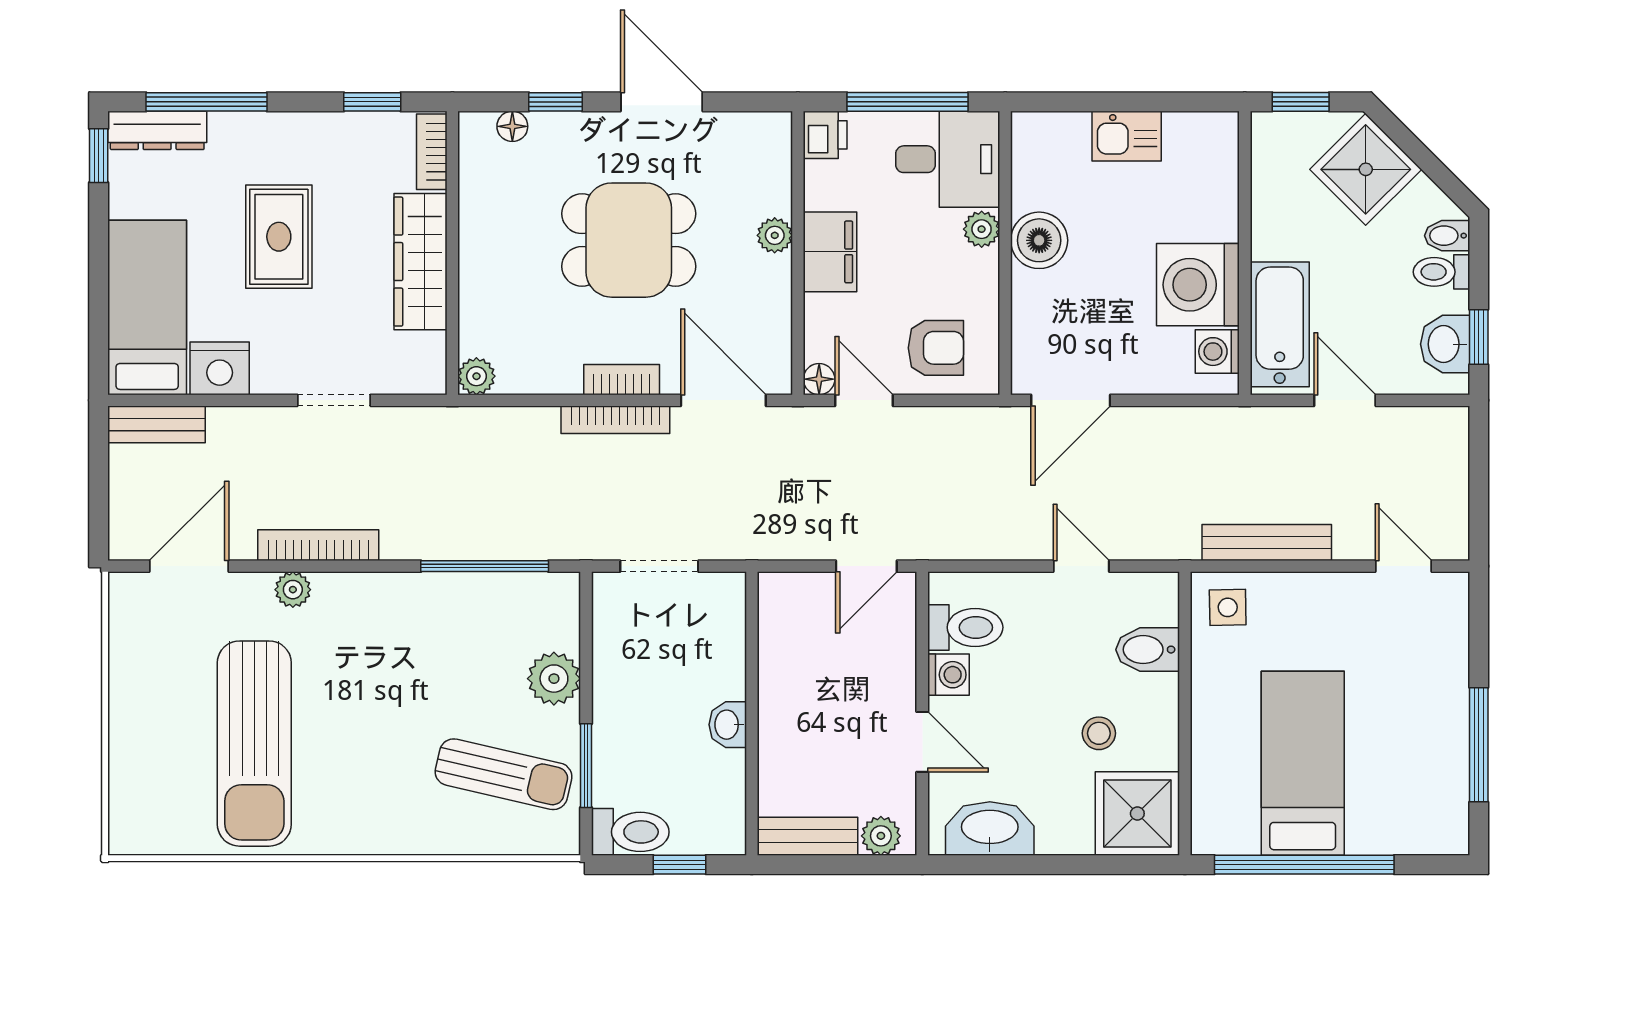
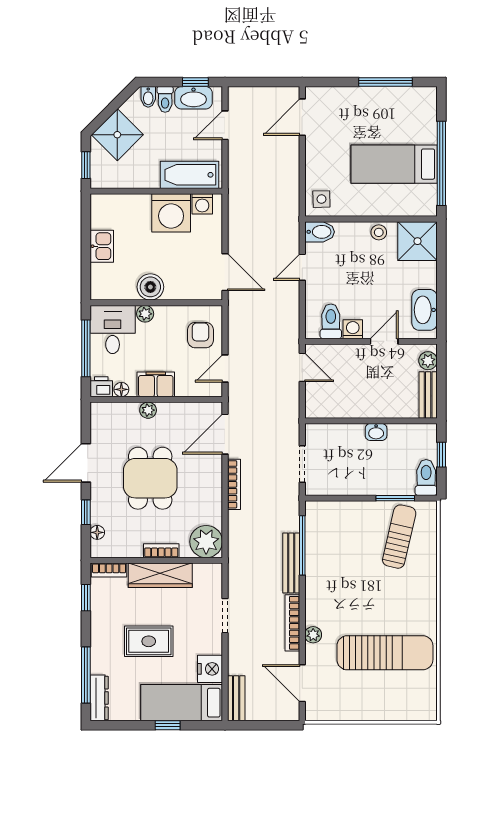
window: (99, 156) -> (168, 725), moved
washbasin: (1445, 344) -> (194, 98), width x1.38
plant: (476, 376) -> (206, 542), width x1.88, depth x1.88
floor lamp: (819, 379) -> (121, 389), moved
bookcase: (622, 380) -> (161, 551), moved, turned 90
door: (1345, 400) -> (225, 125), moved
bench: (1267, 543) -> (291, 563), moved
door: (1403, 566) -> (302, 117), width x1.37
bidet: (1148, 650) -> (320, 232), moved, turned -90
plant: (554, 679) -> (355, 513), removed
stool: (1099, 733) -> (379, 232), moved

